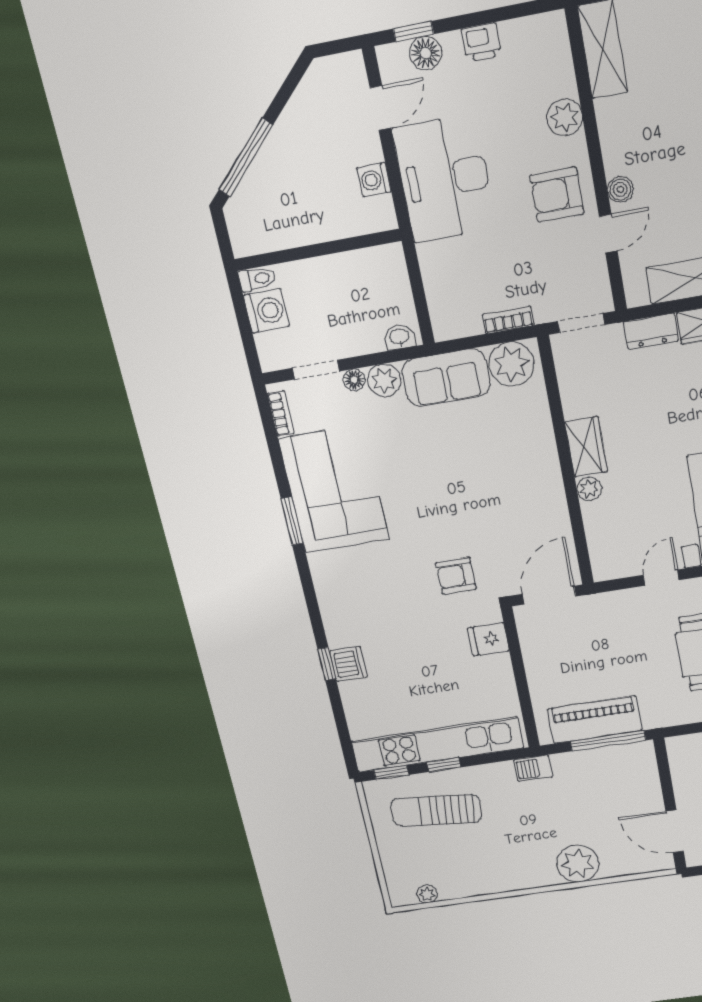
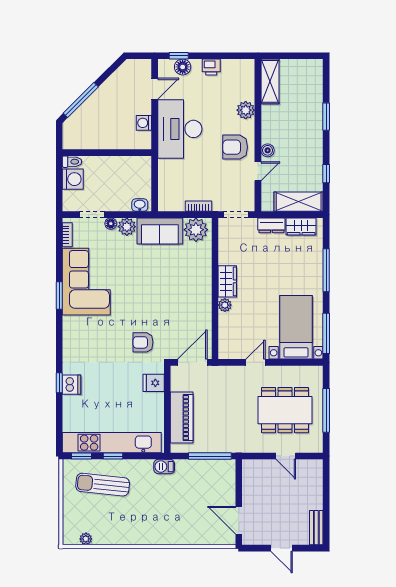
piano: (595, 720) -> (182, 418), moved, turned 90
plant: (578, 864) -> (179, 533), removed

